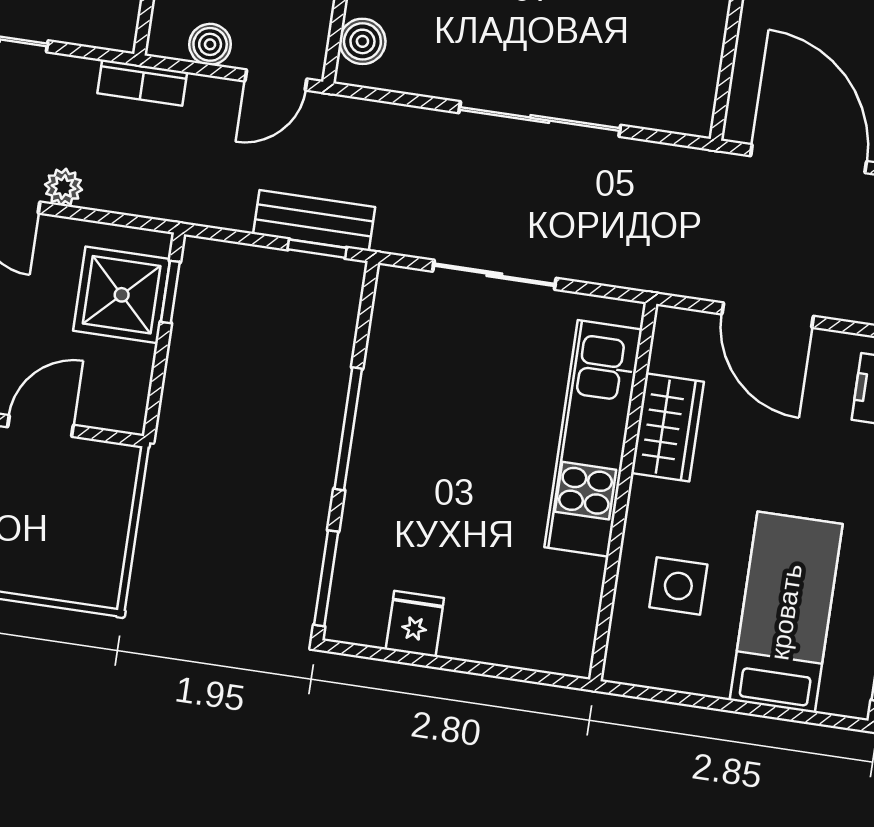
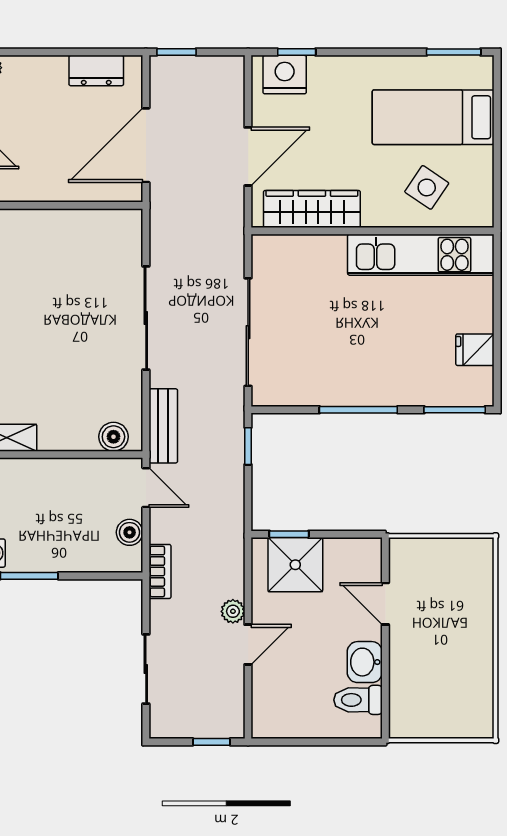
bench: (314, 220) -> (163, 426), moved
sliding door: (494, 275) -> (248, 332), width x1.37
wardrobe: (667, 427) -> (312, 209), width x1.50
kitchen unit: (593, 438) -> (421, 255), moved
side table: (678, 586) -> (427, 187), turned 34

